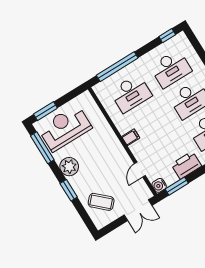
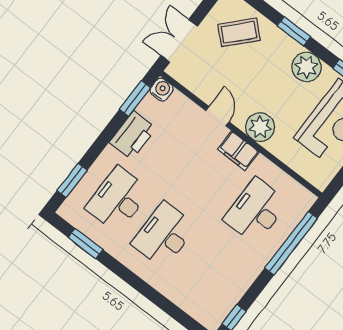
desk: (171, 69) -> (210, 270), removed
filing cabinet: (131, 137) -> (238, 151), width x2.00
plant: (110, 142) -> (260, 127), added
door: (140, 170) -> (217, 116), moved

